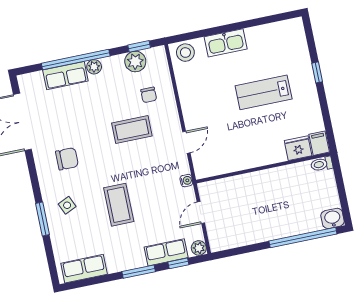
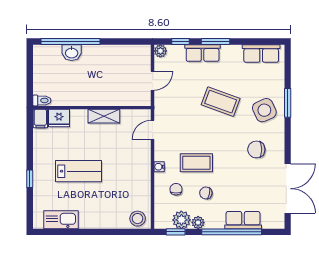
kitchen sink: (226, 43) -> (61, 220), moved
plant: (94, 67) -> (198, 223), moved
chair: (114, 98) -> (206, 193), added
door: (186, 142) -> (153, 130), moved
shelving: (248, 161) -> (104, 116), added
water cooler: (186, 181) -> (159, 167), moved
side table: (67, 205) -> (264, 110), width x1.87, depth x1.87
coffee table: (119, 205) -> (221, 102), turned -70
washbasin: (333, 218) -> (72, 53), moved
row of seats: (166, 252) -> (203, 53), moved

